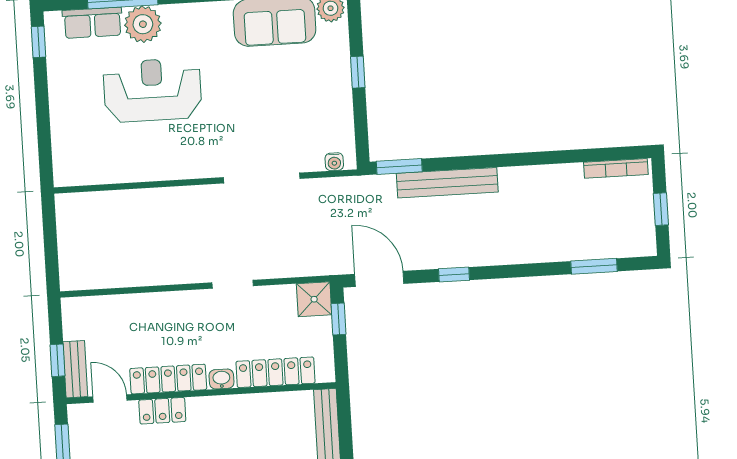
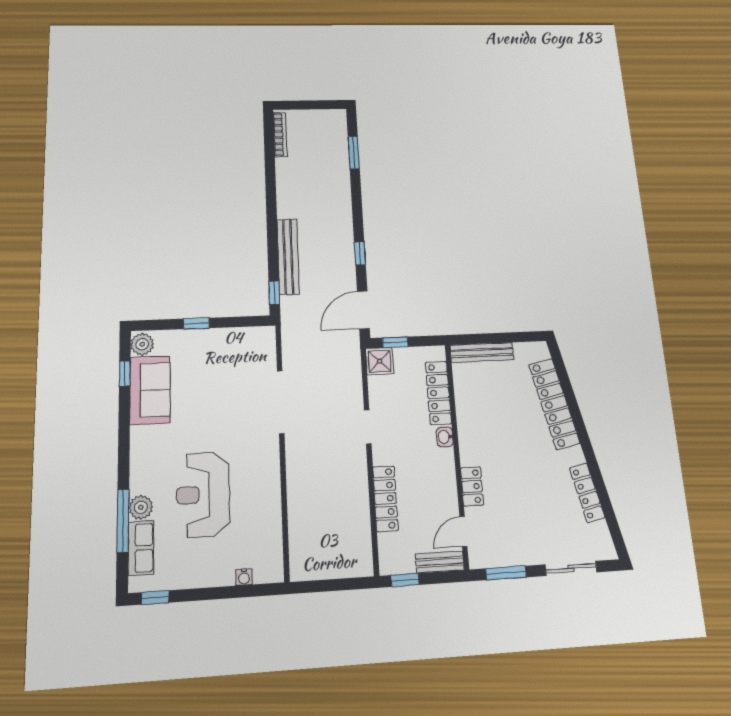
plant: (143, 24) -> (141, 507), width x0.73, depth x0.73
water cooler: (334, 162) -> (244, 577), moved, turned 90
window: (399, 167) -> (274, 293), width x0.67
window: (661, 209) -> (311, 105), removed
window: (57, 360) -> (405, 580), moved
locker: (168, 379) -> (385, 499), moved, turned 180

